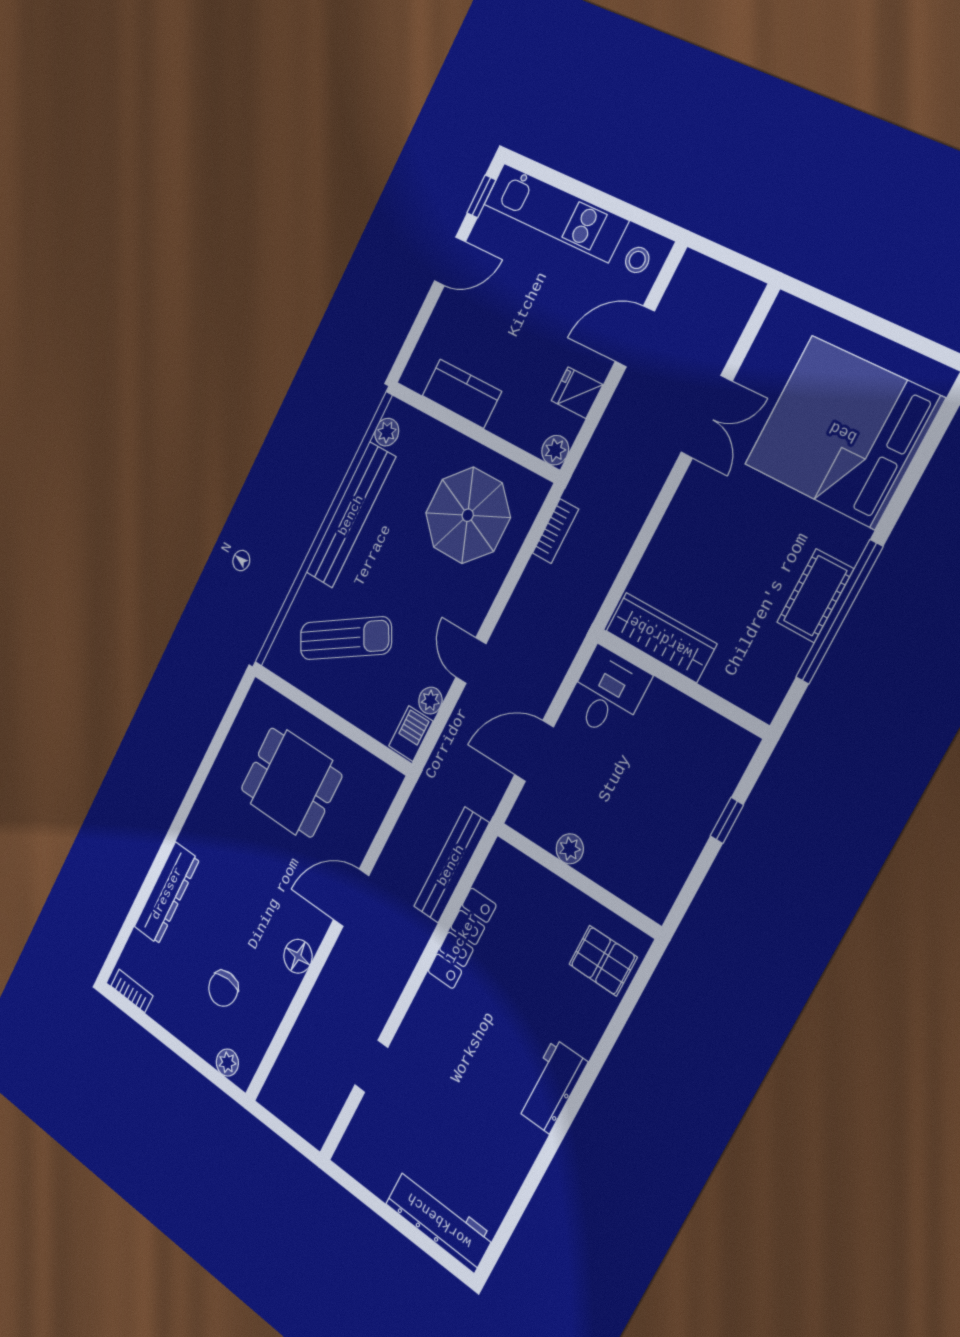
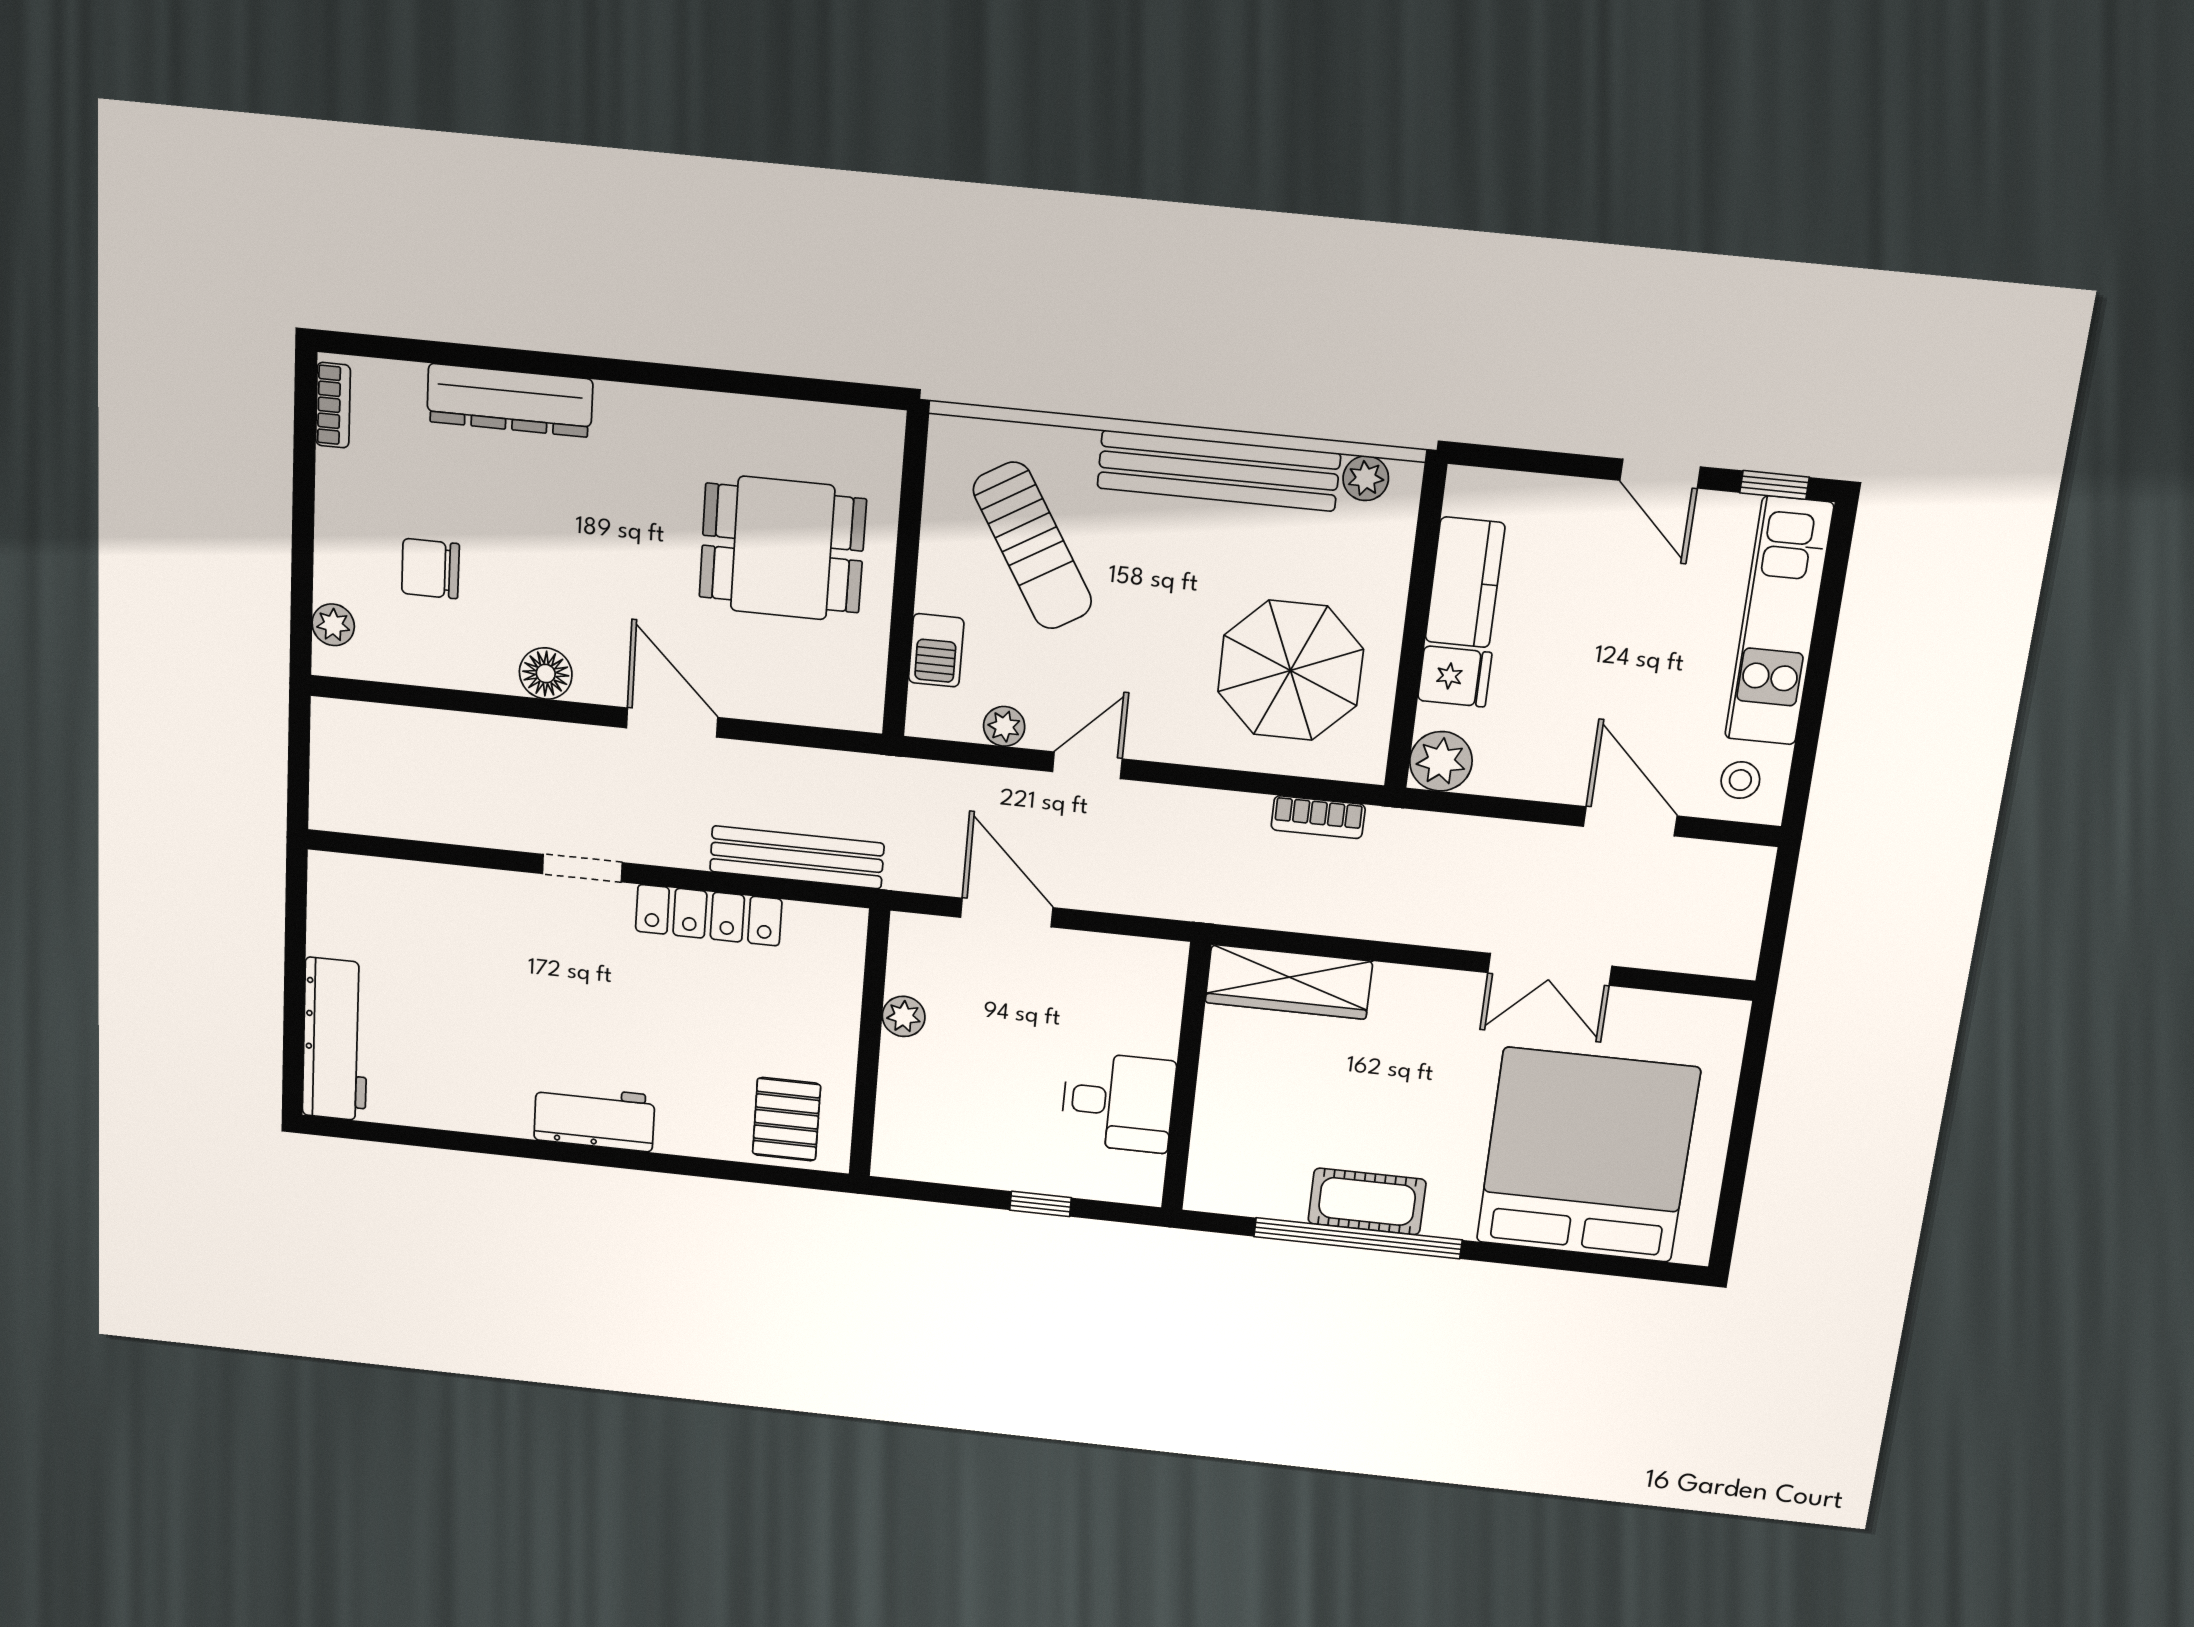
fridge: (577, 393) -> (1455, 676), moved, turned 90
plant: (555, 450) -> (1441, 761), width x1.38, depth x1.38
wardrobe: (661, 637) -> (1289, 982), moved, turned 90
desk: (608, 693) -> (1118, 1102), moved
barbecue: (411, 734) -> (936, 650), moved, turned 90
dining table: (291, 782) -> (782, 548), turned 90
doorway: (371, 1066) -> (582, 868), moved

